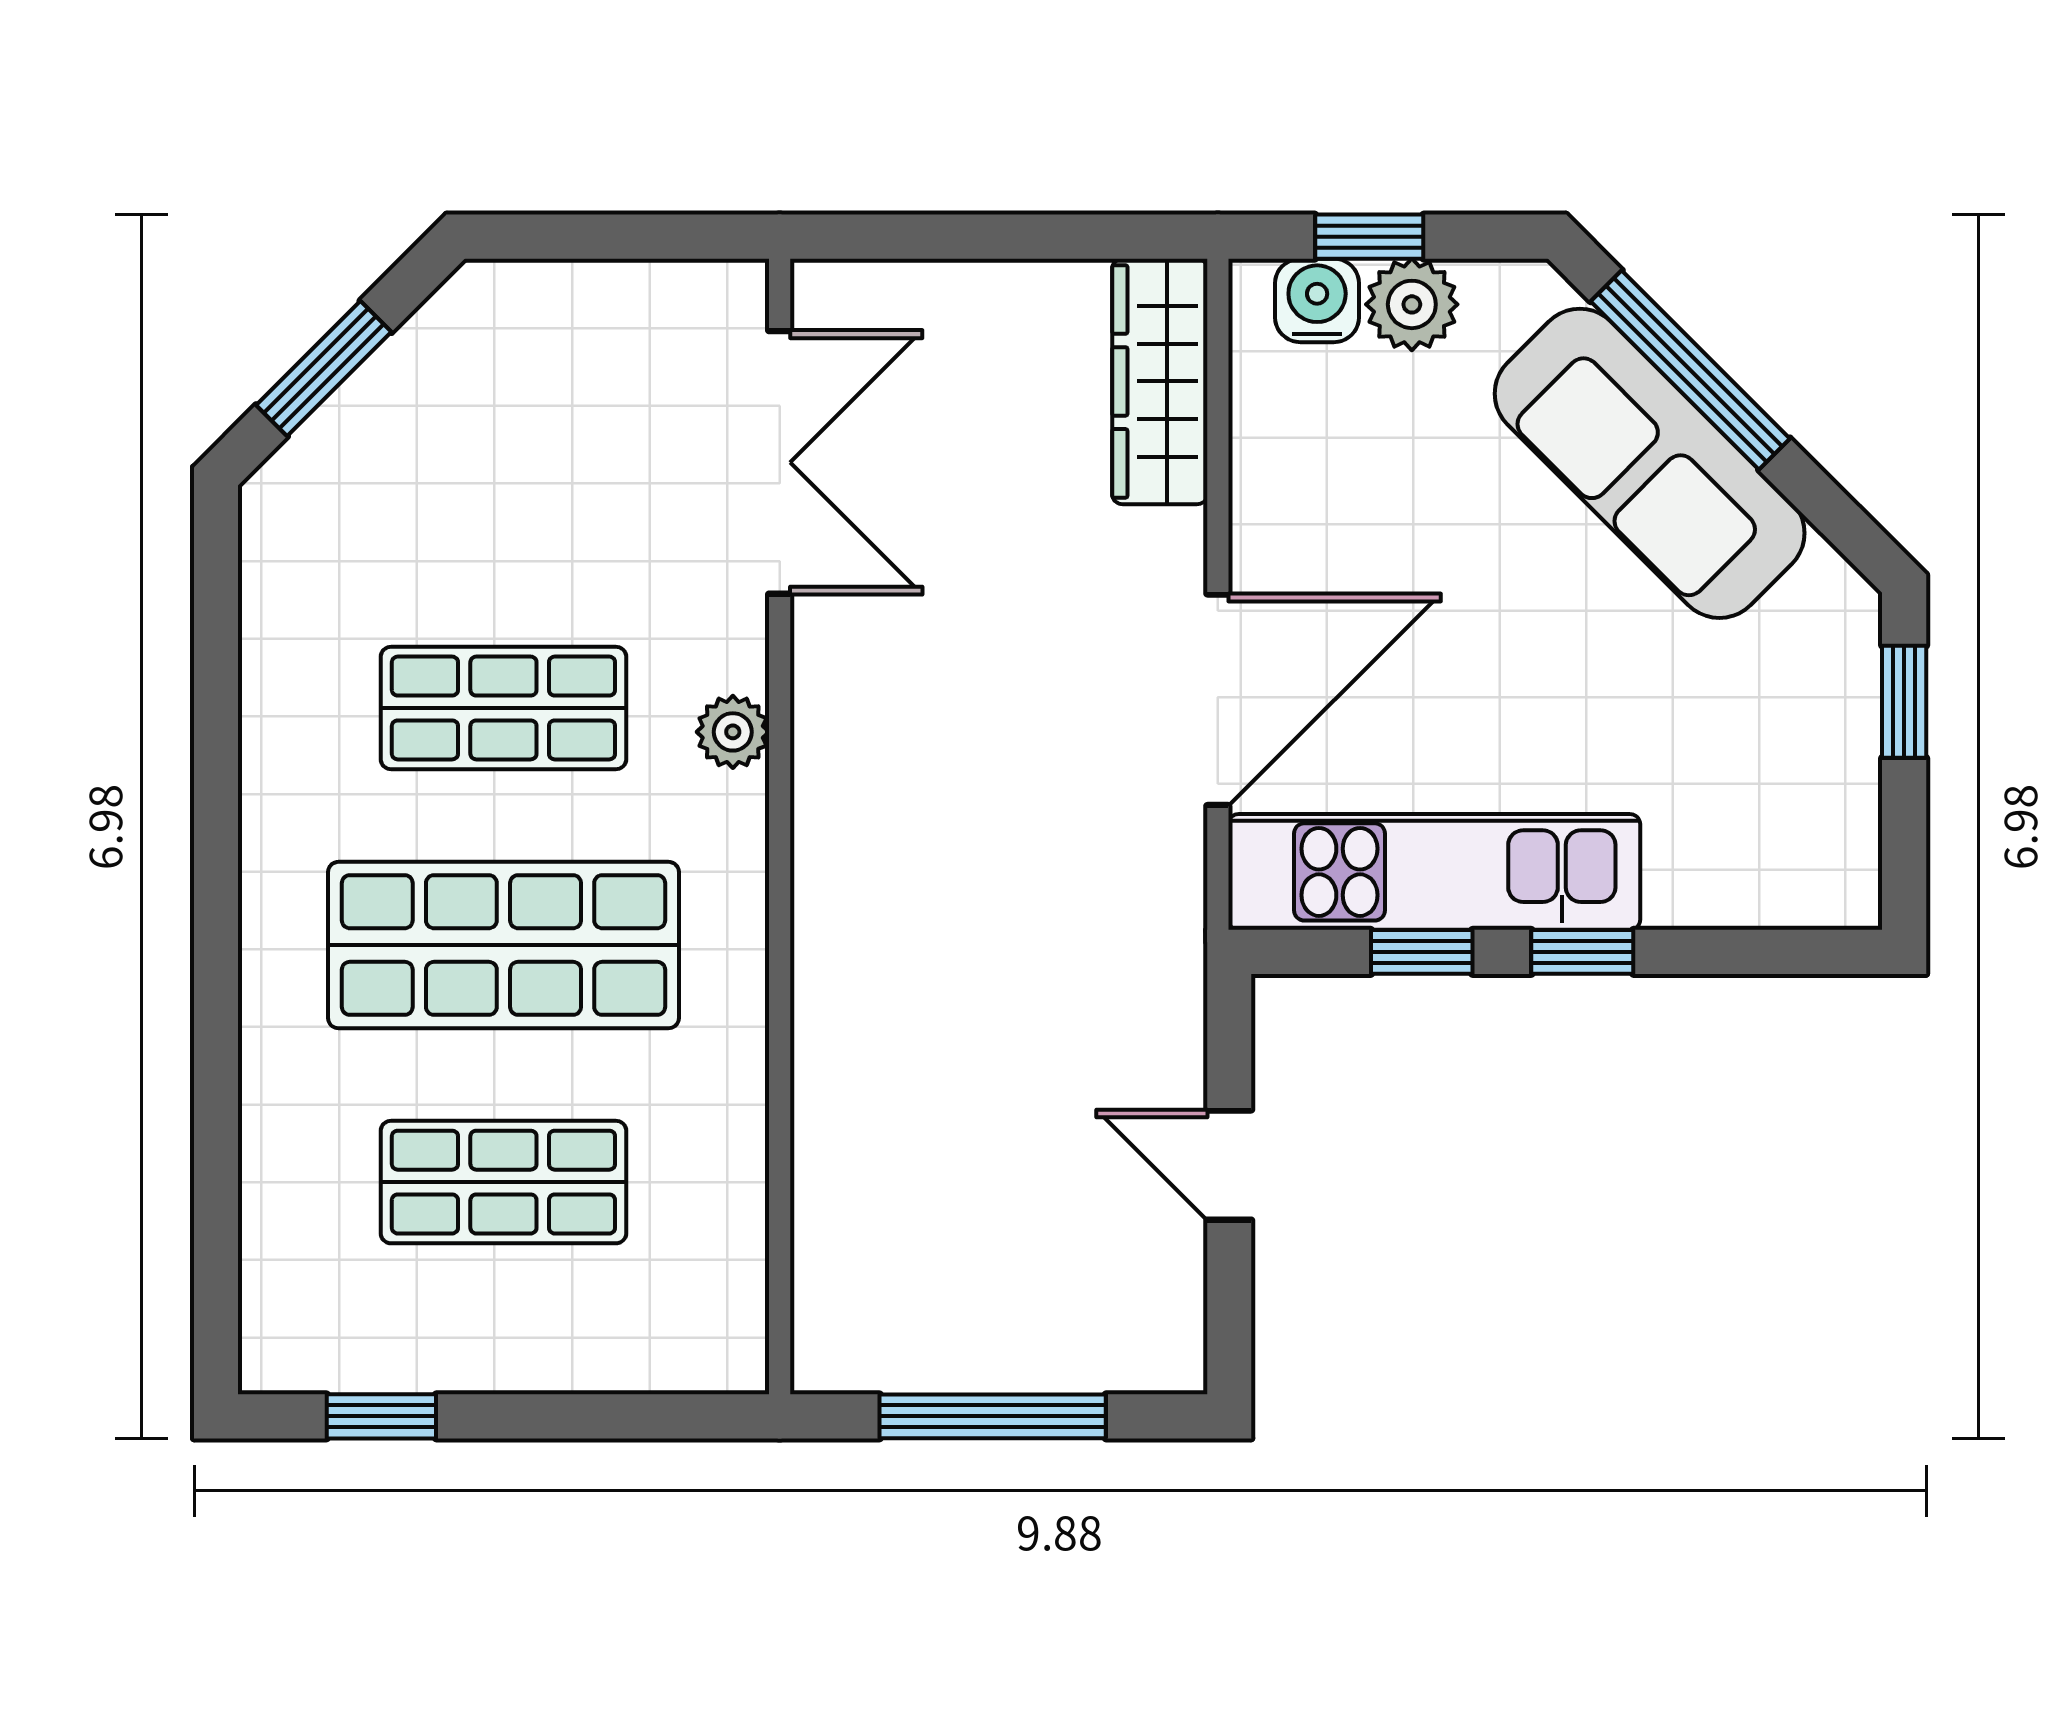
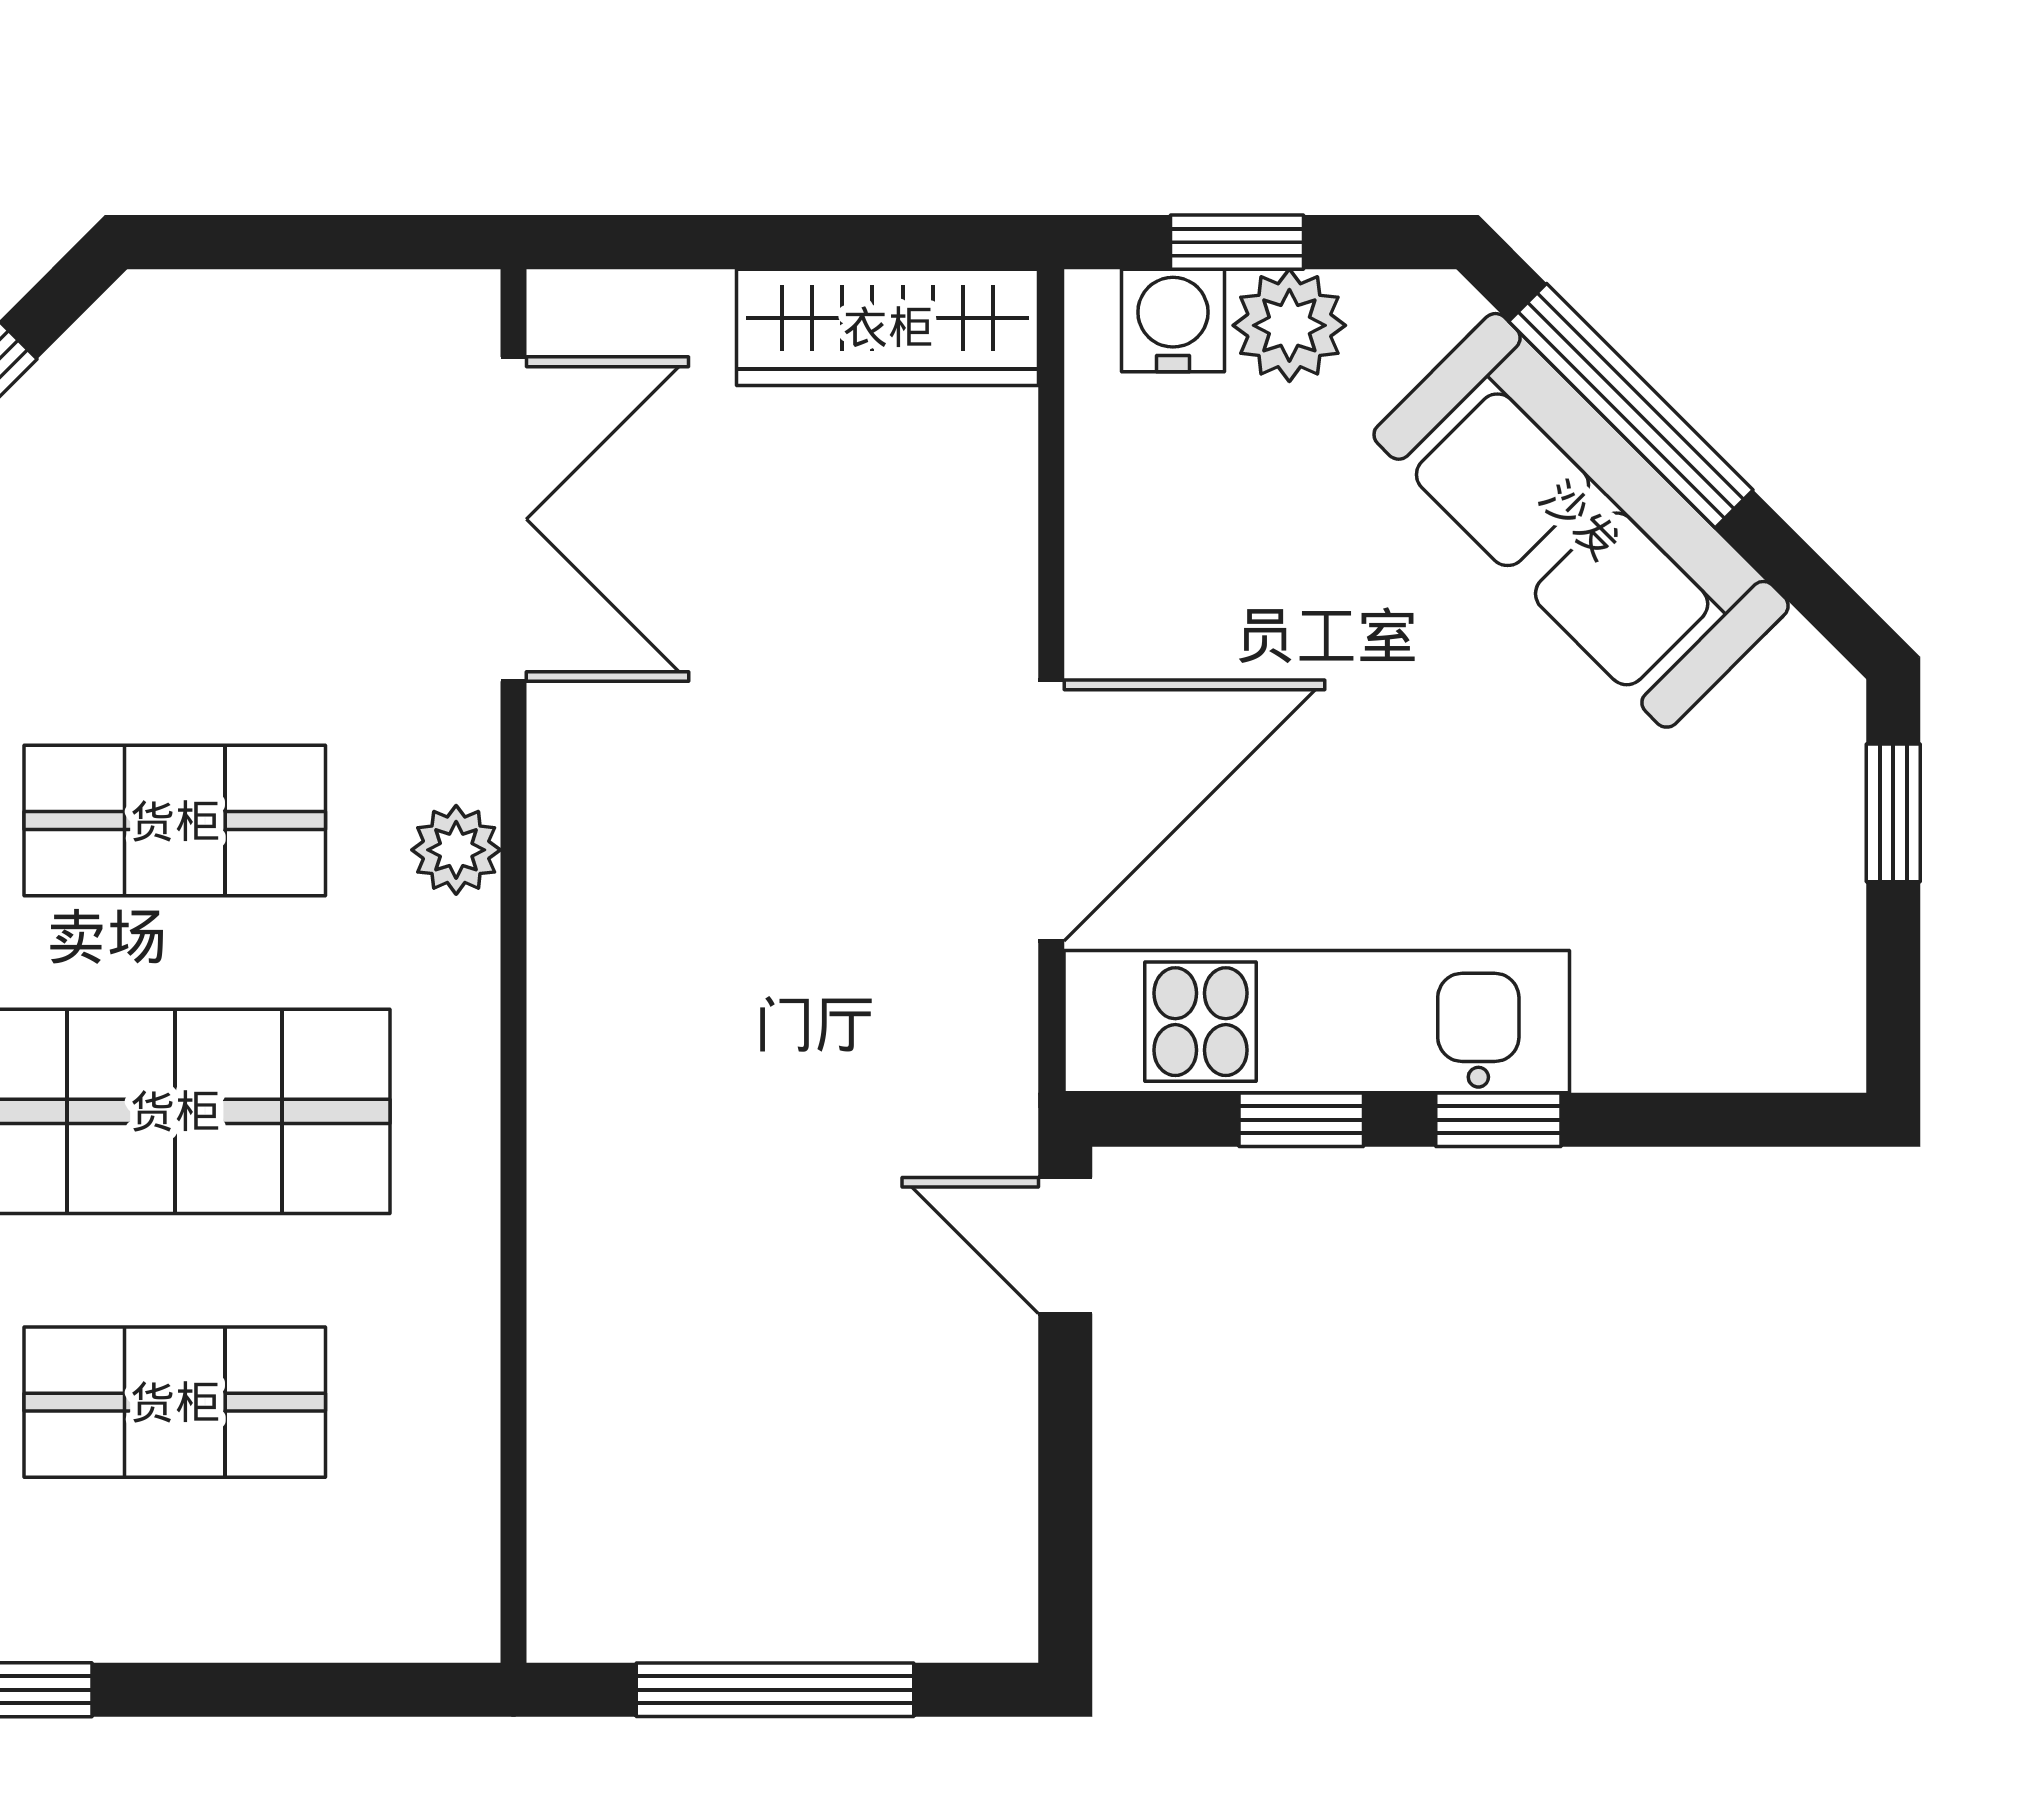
wardrobe: (1160, 381) -> (888, 327), moved, turned -90
door: (1229, 1165) -> (1065, 1246), moved

